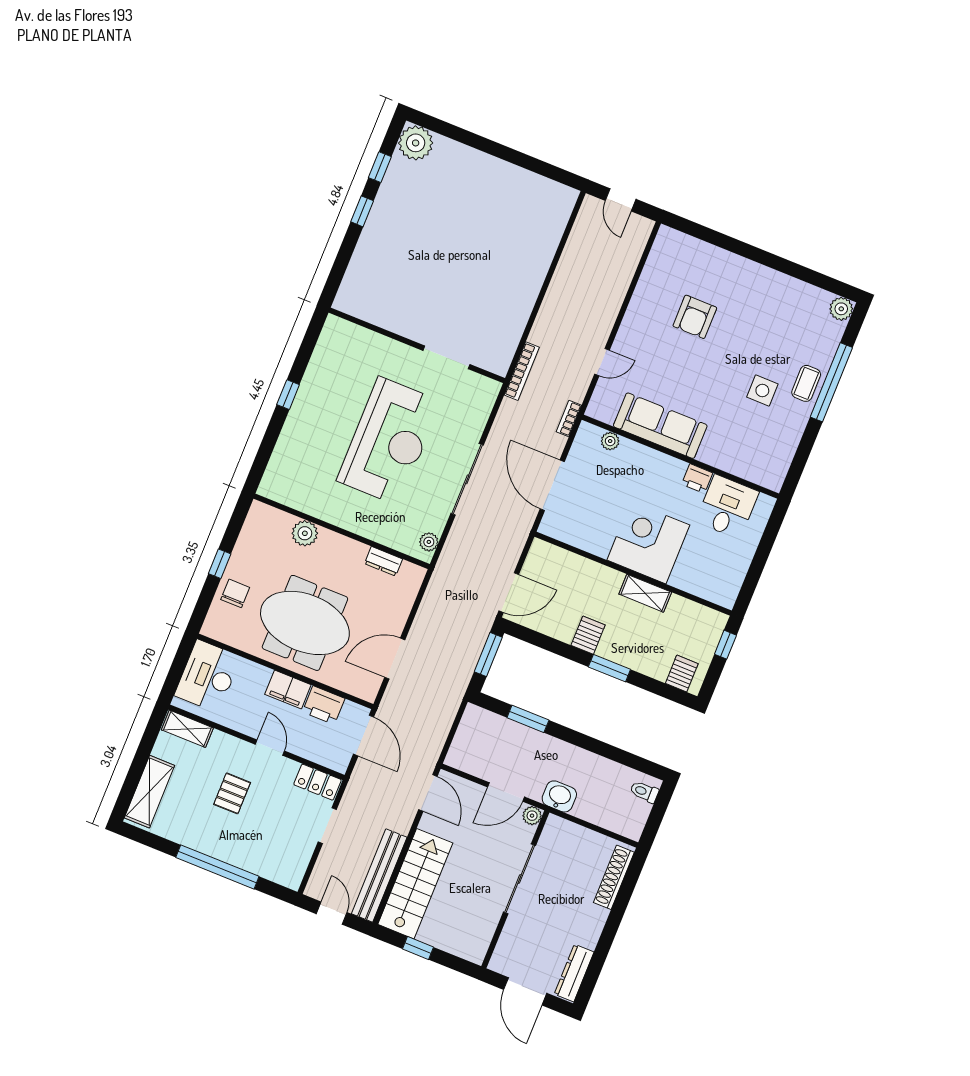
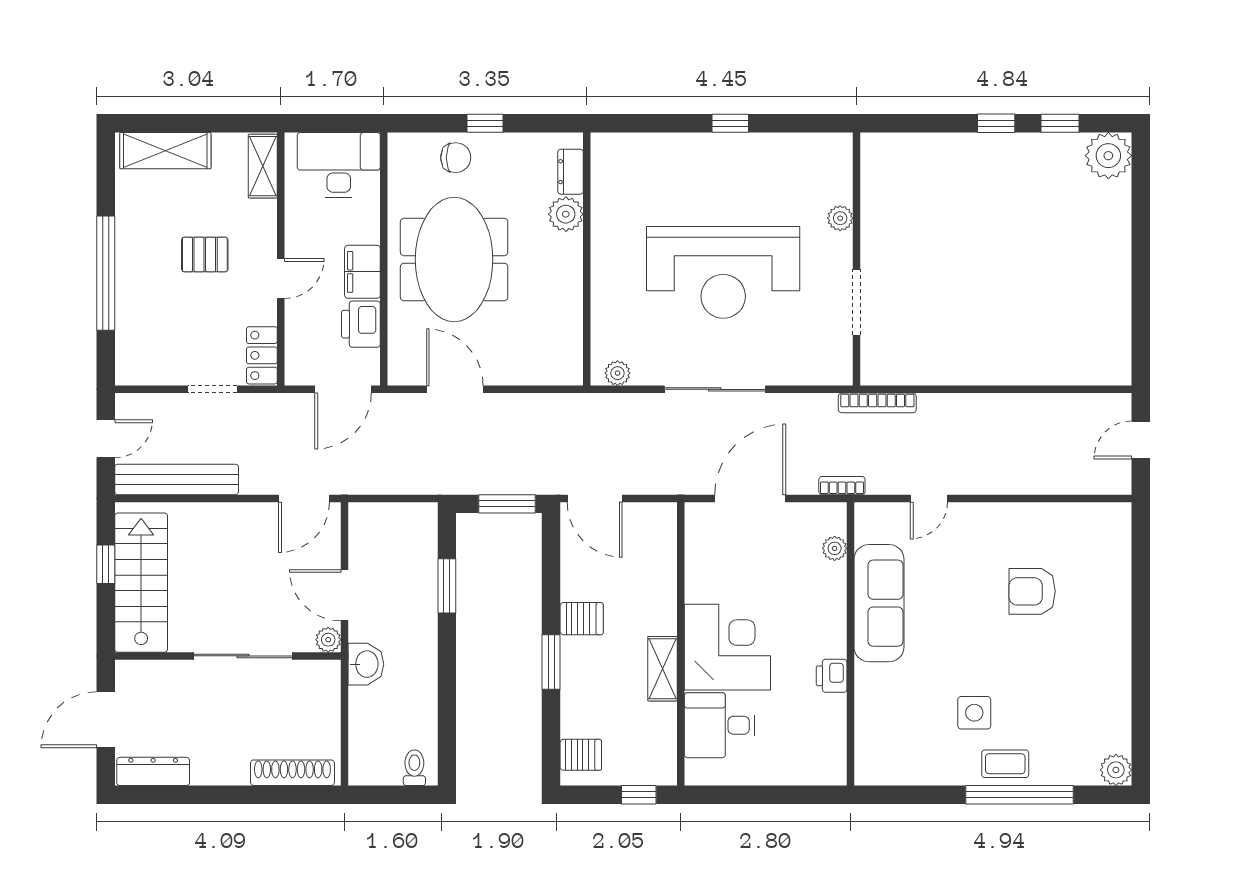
plant: (384, 345) -> (840, 218), added
door: (602, 362) -> (929, 498), hinge flipped
desk: (727, 507) -> (720, 725), moved, turned 180
dresser: (383, 561) -> (570, 172), moved
stairs: (415, 884) -> (141, 583), moved, turned -90

